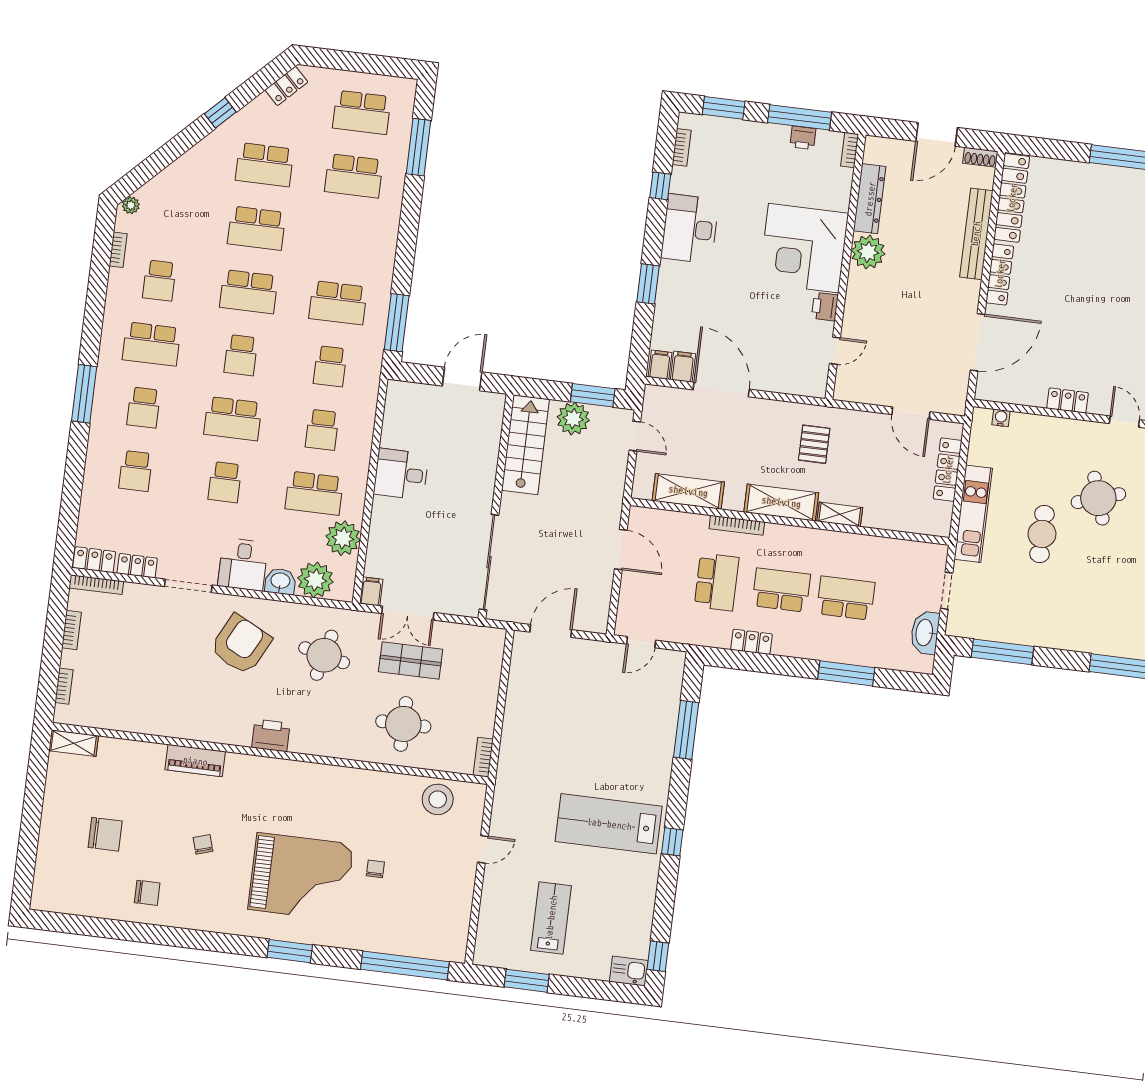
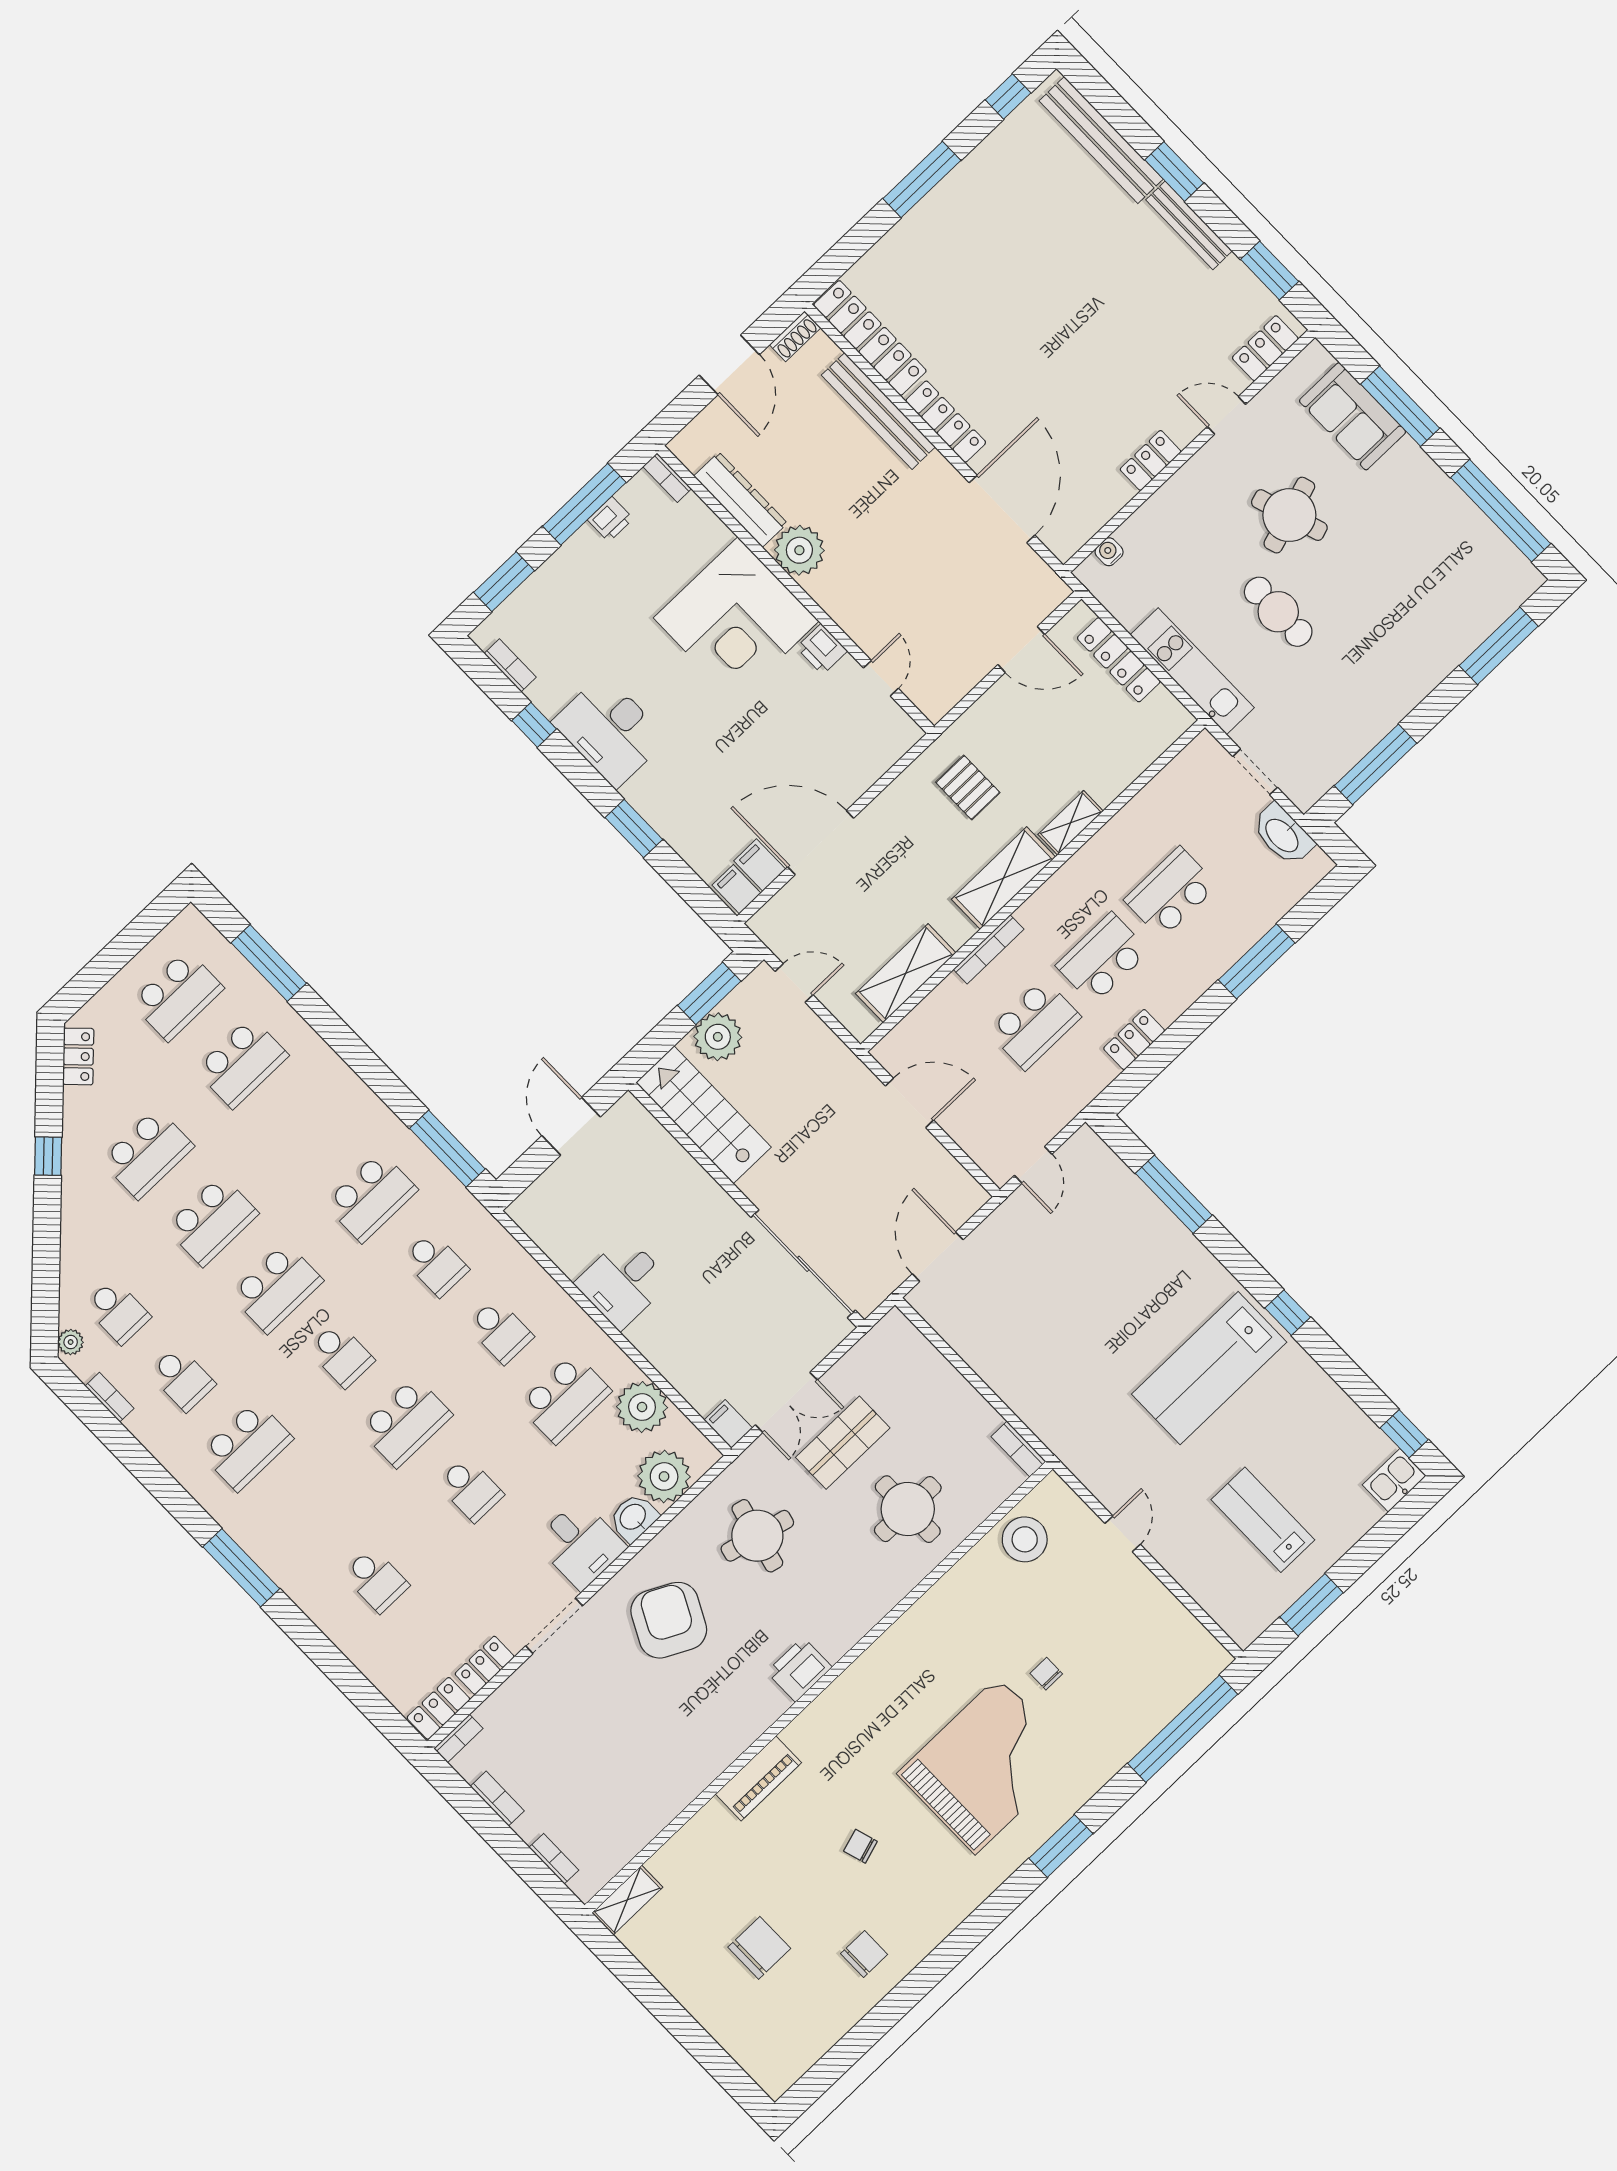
school desk: (144, 407) -> (117, 1312), moved
school desk: (717, 582) -> (1034, 1024), turned 90
bookcase: (96, 585) -> (458, 1739), width x0.64

